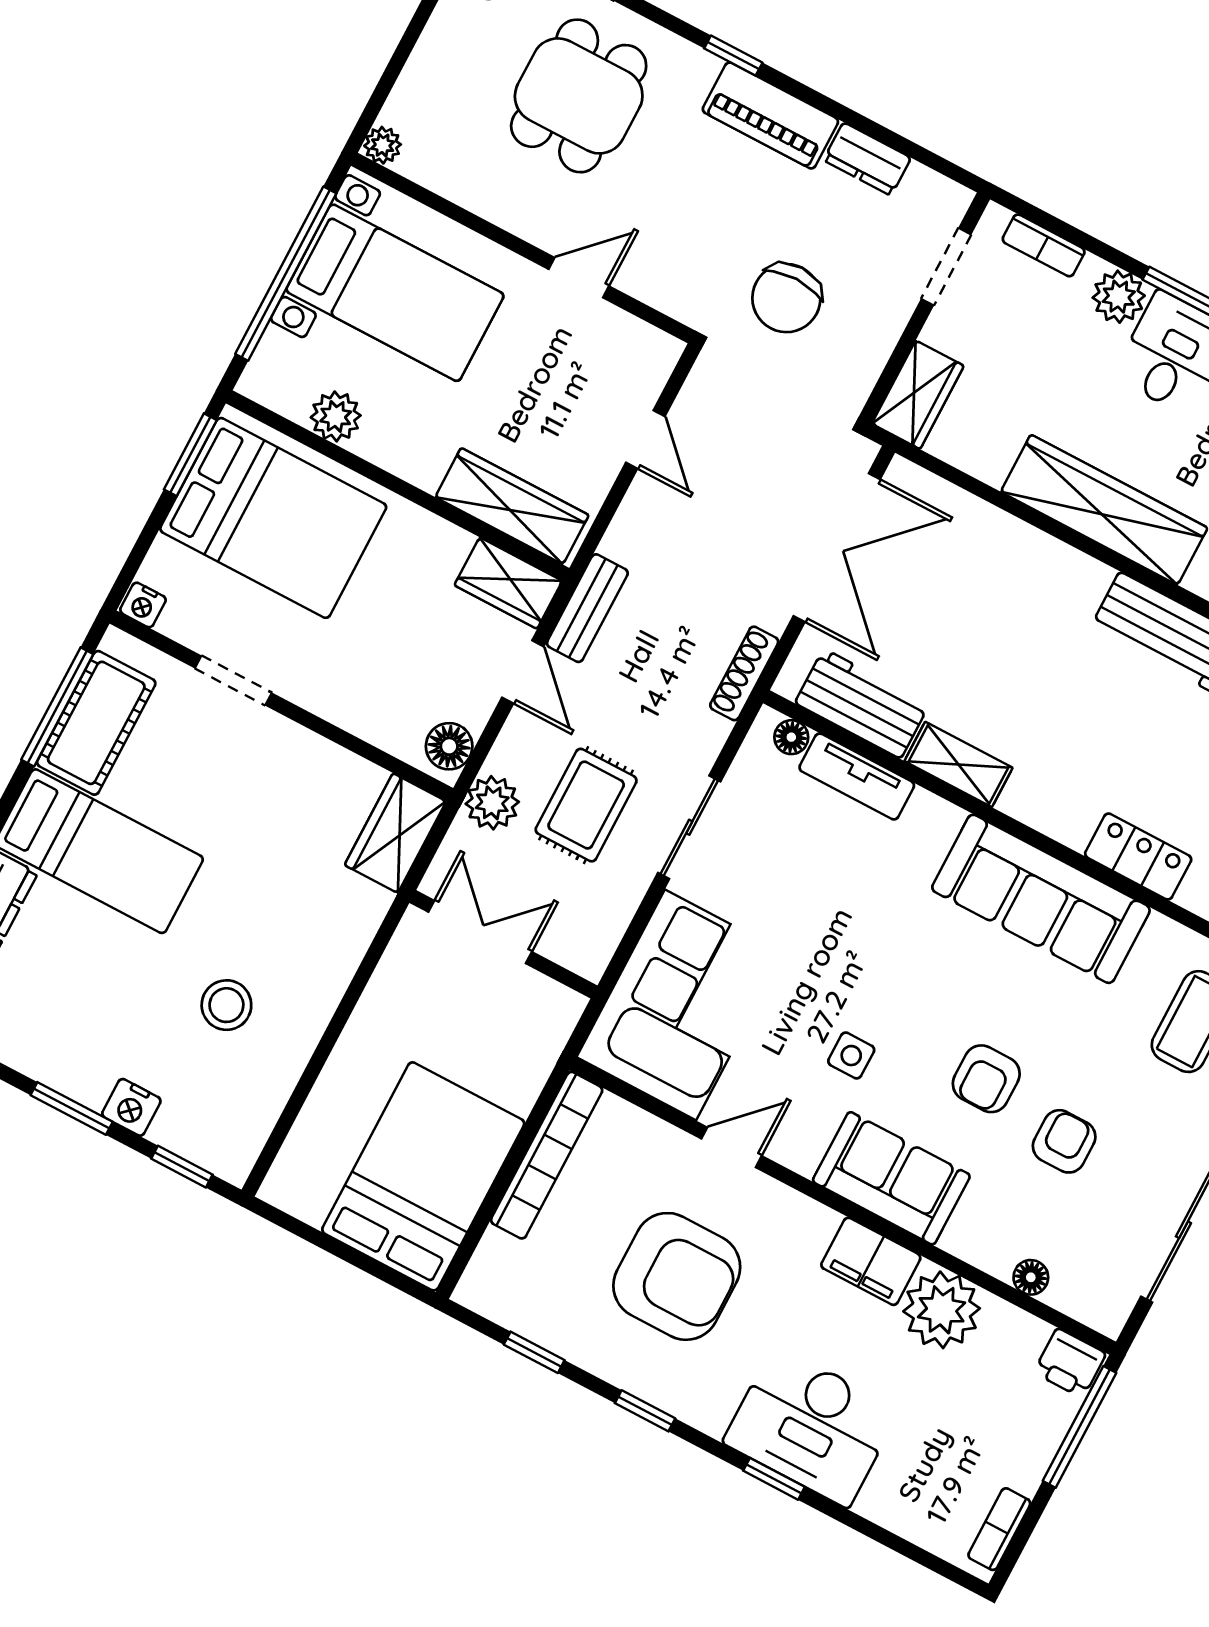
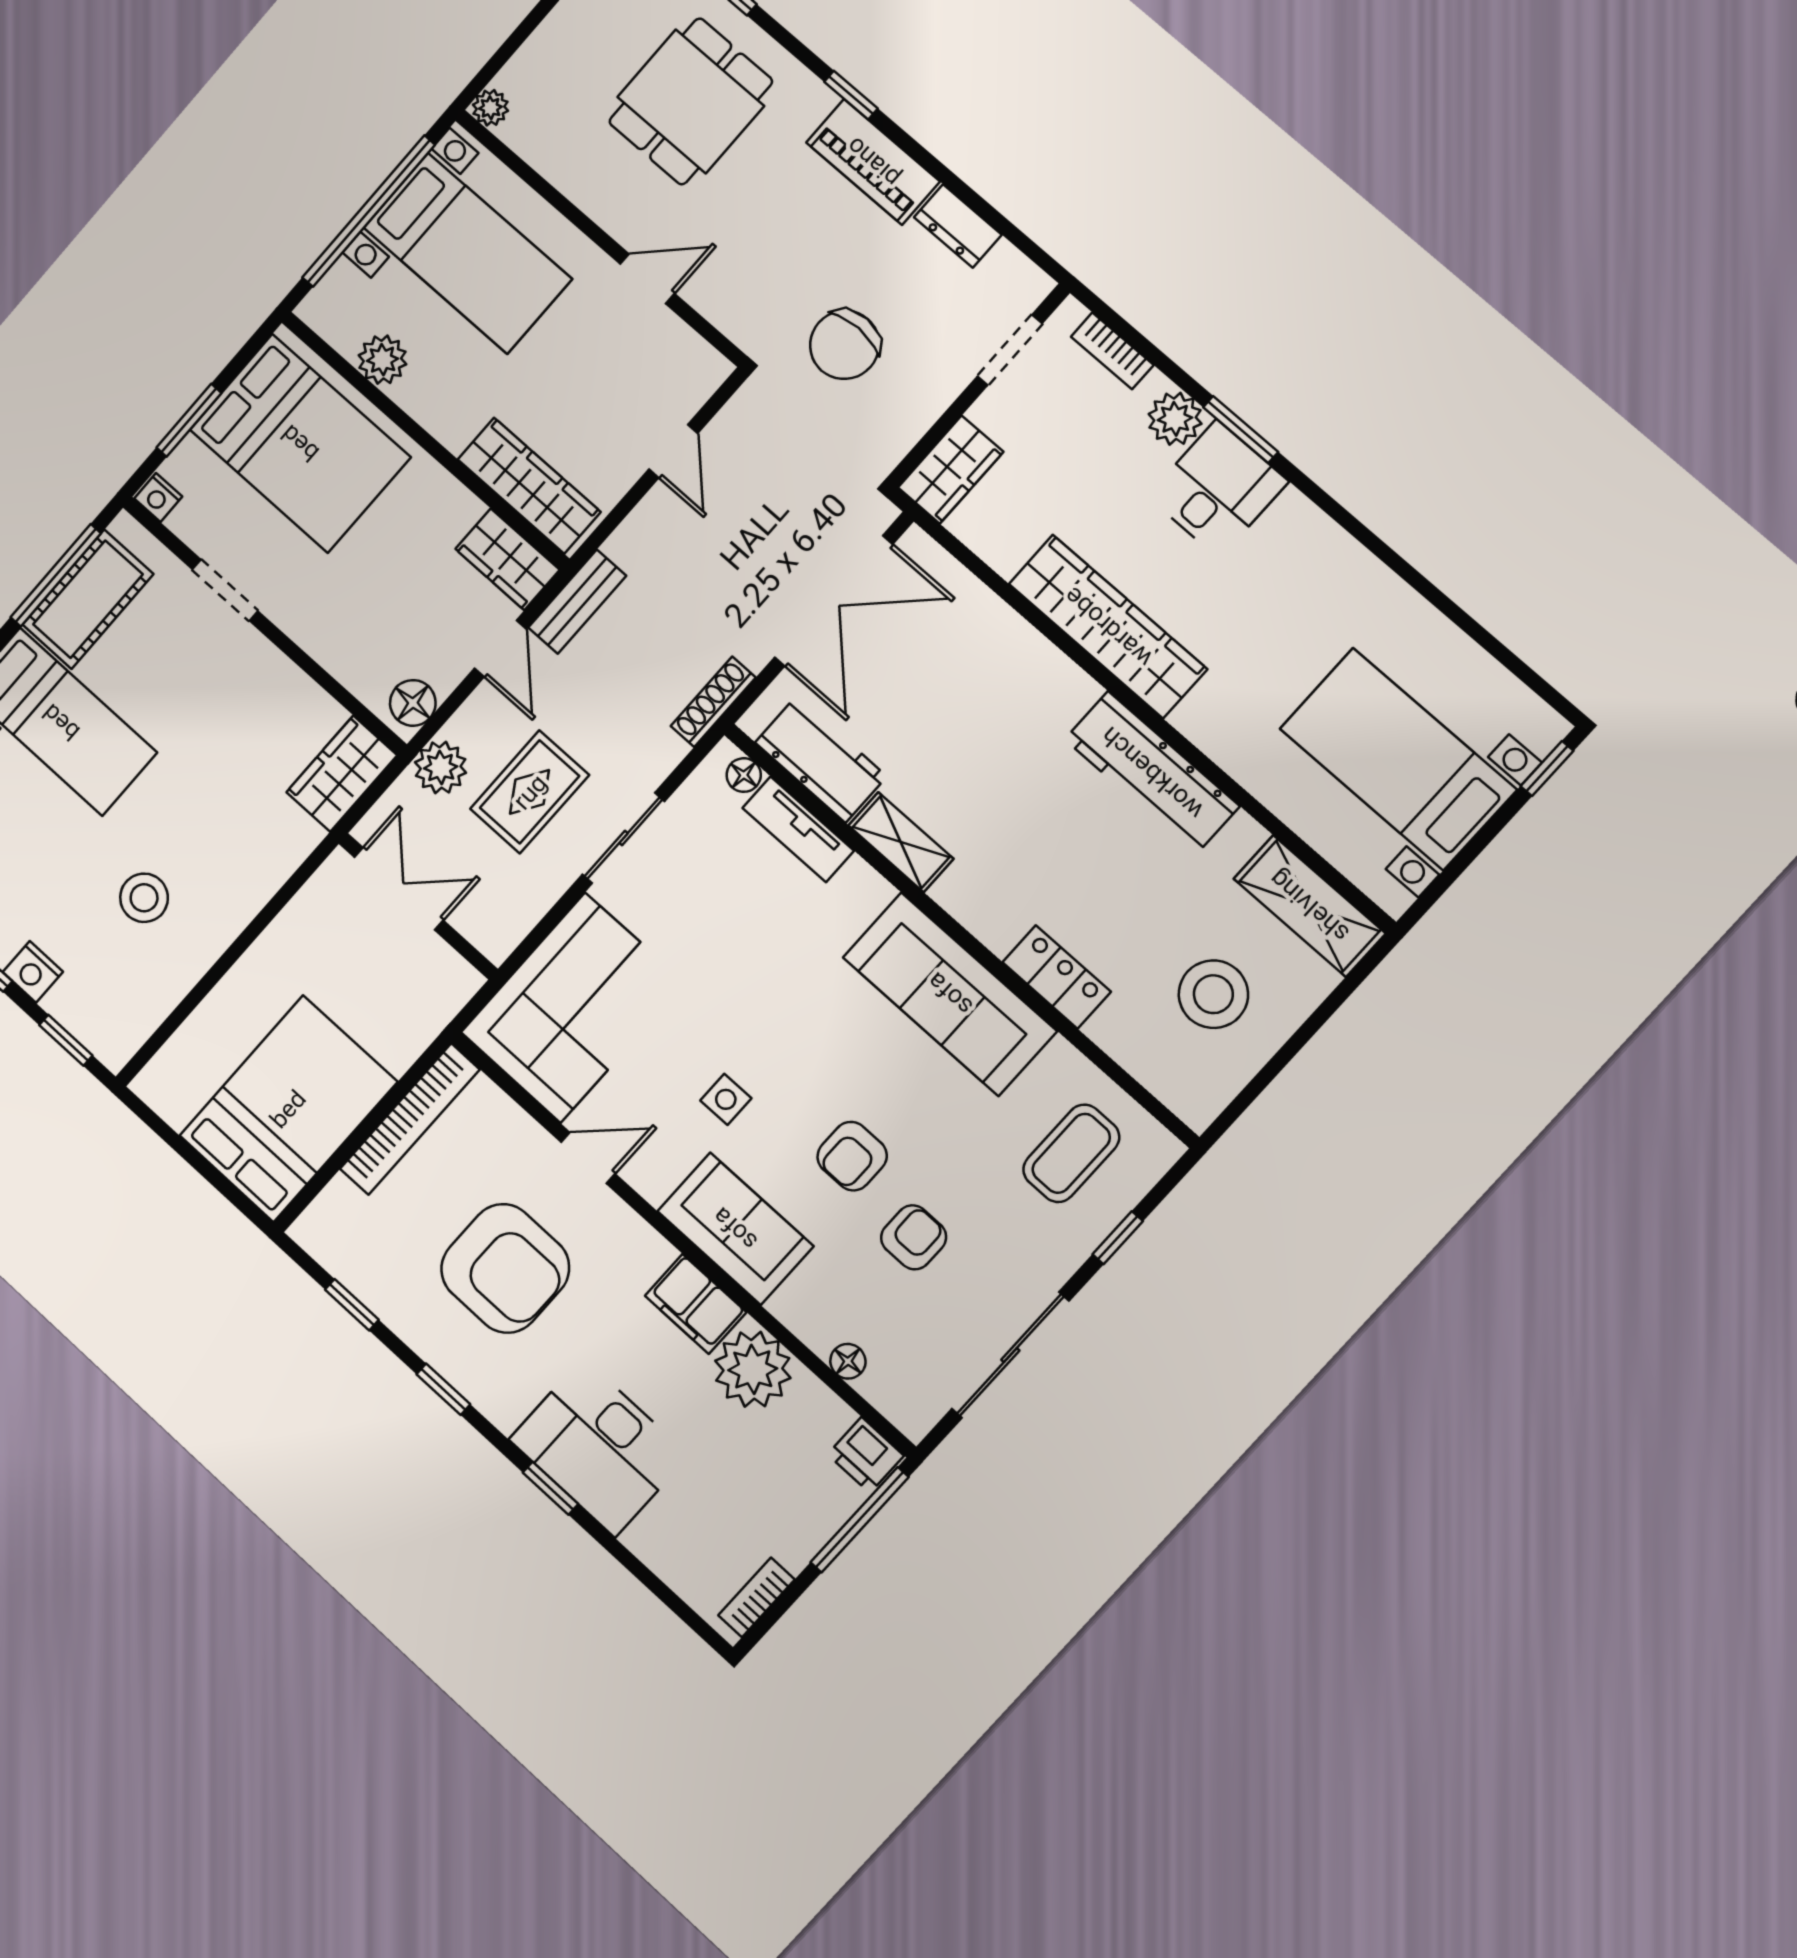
window: (190, 455) -> (189, 420), moved

